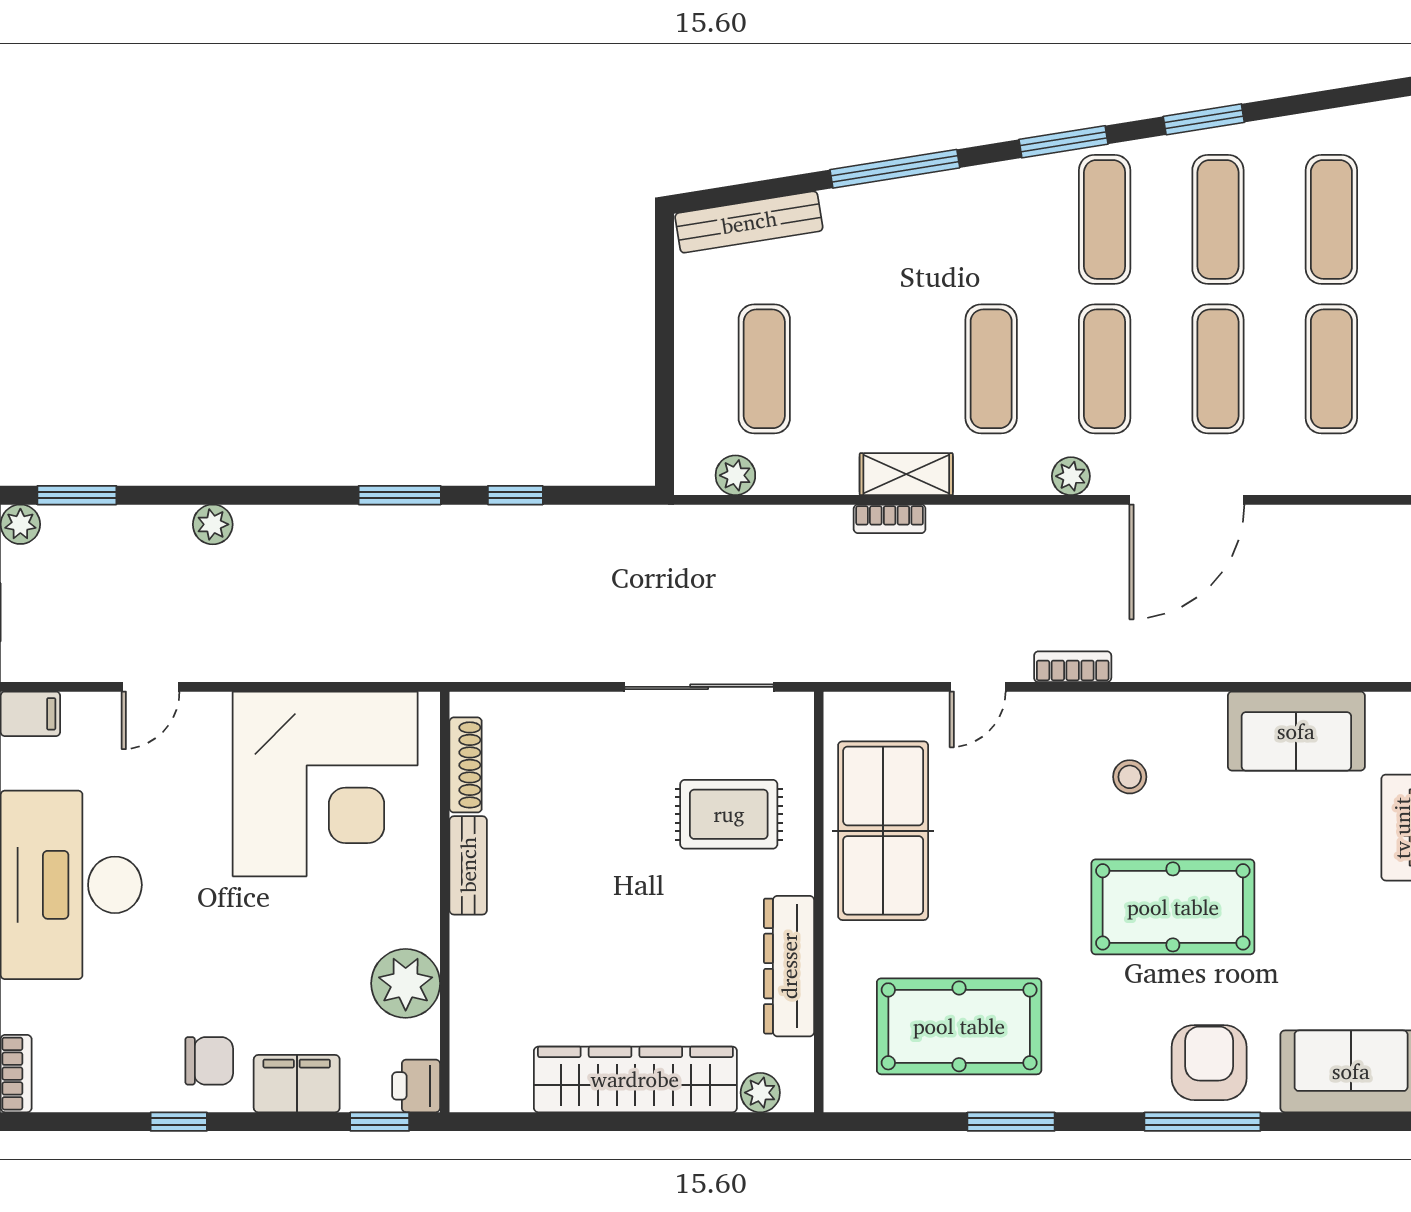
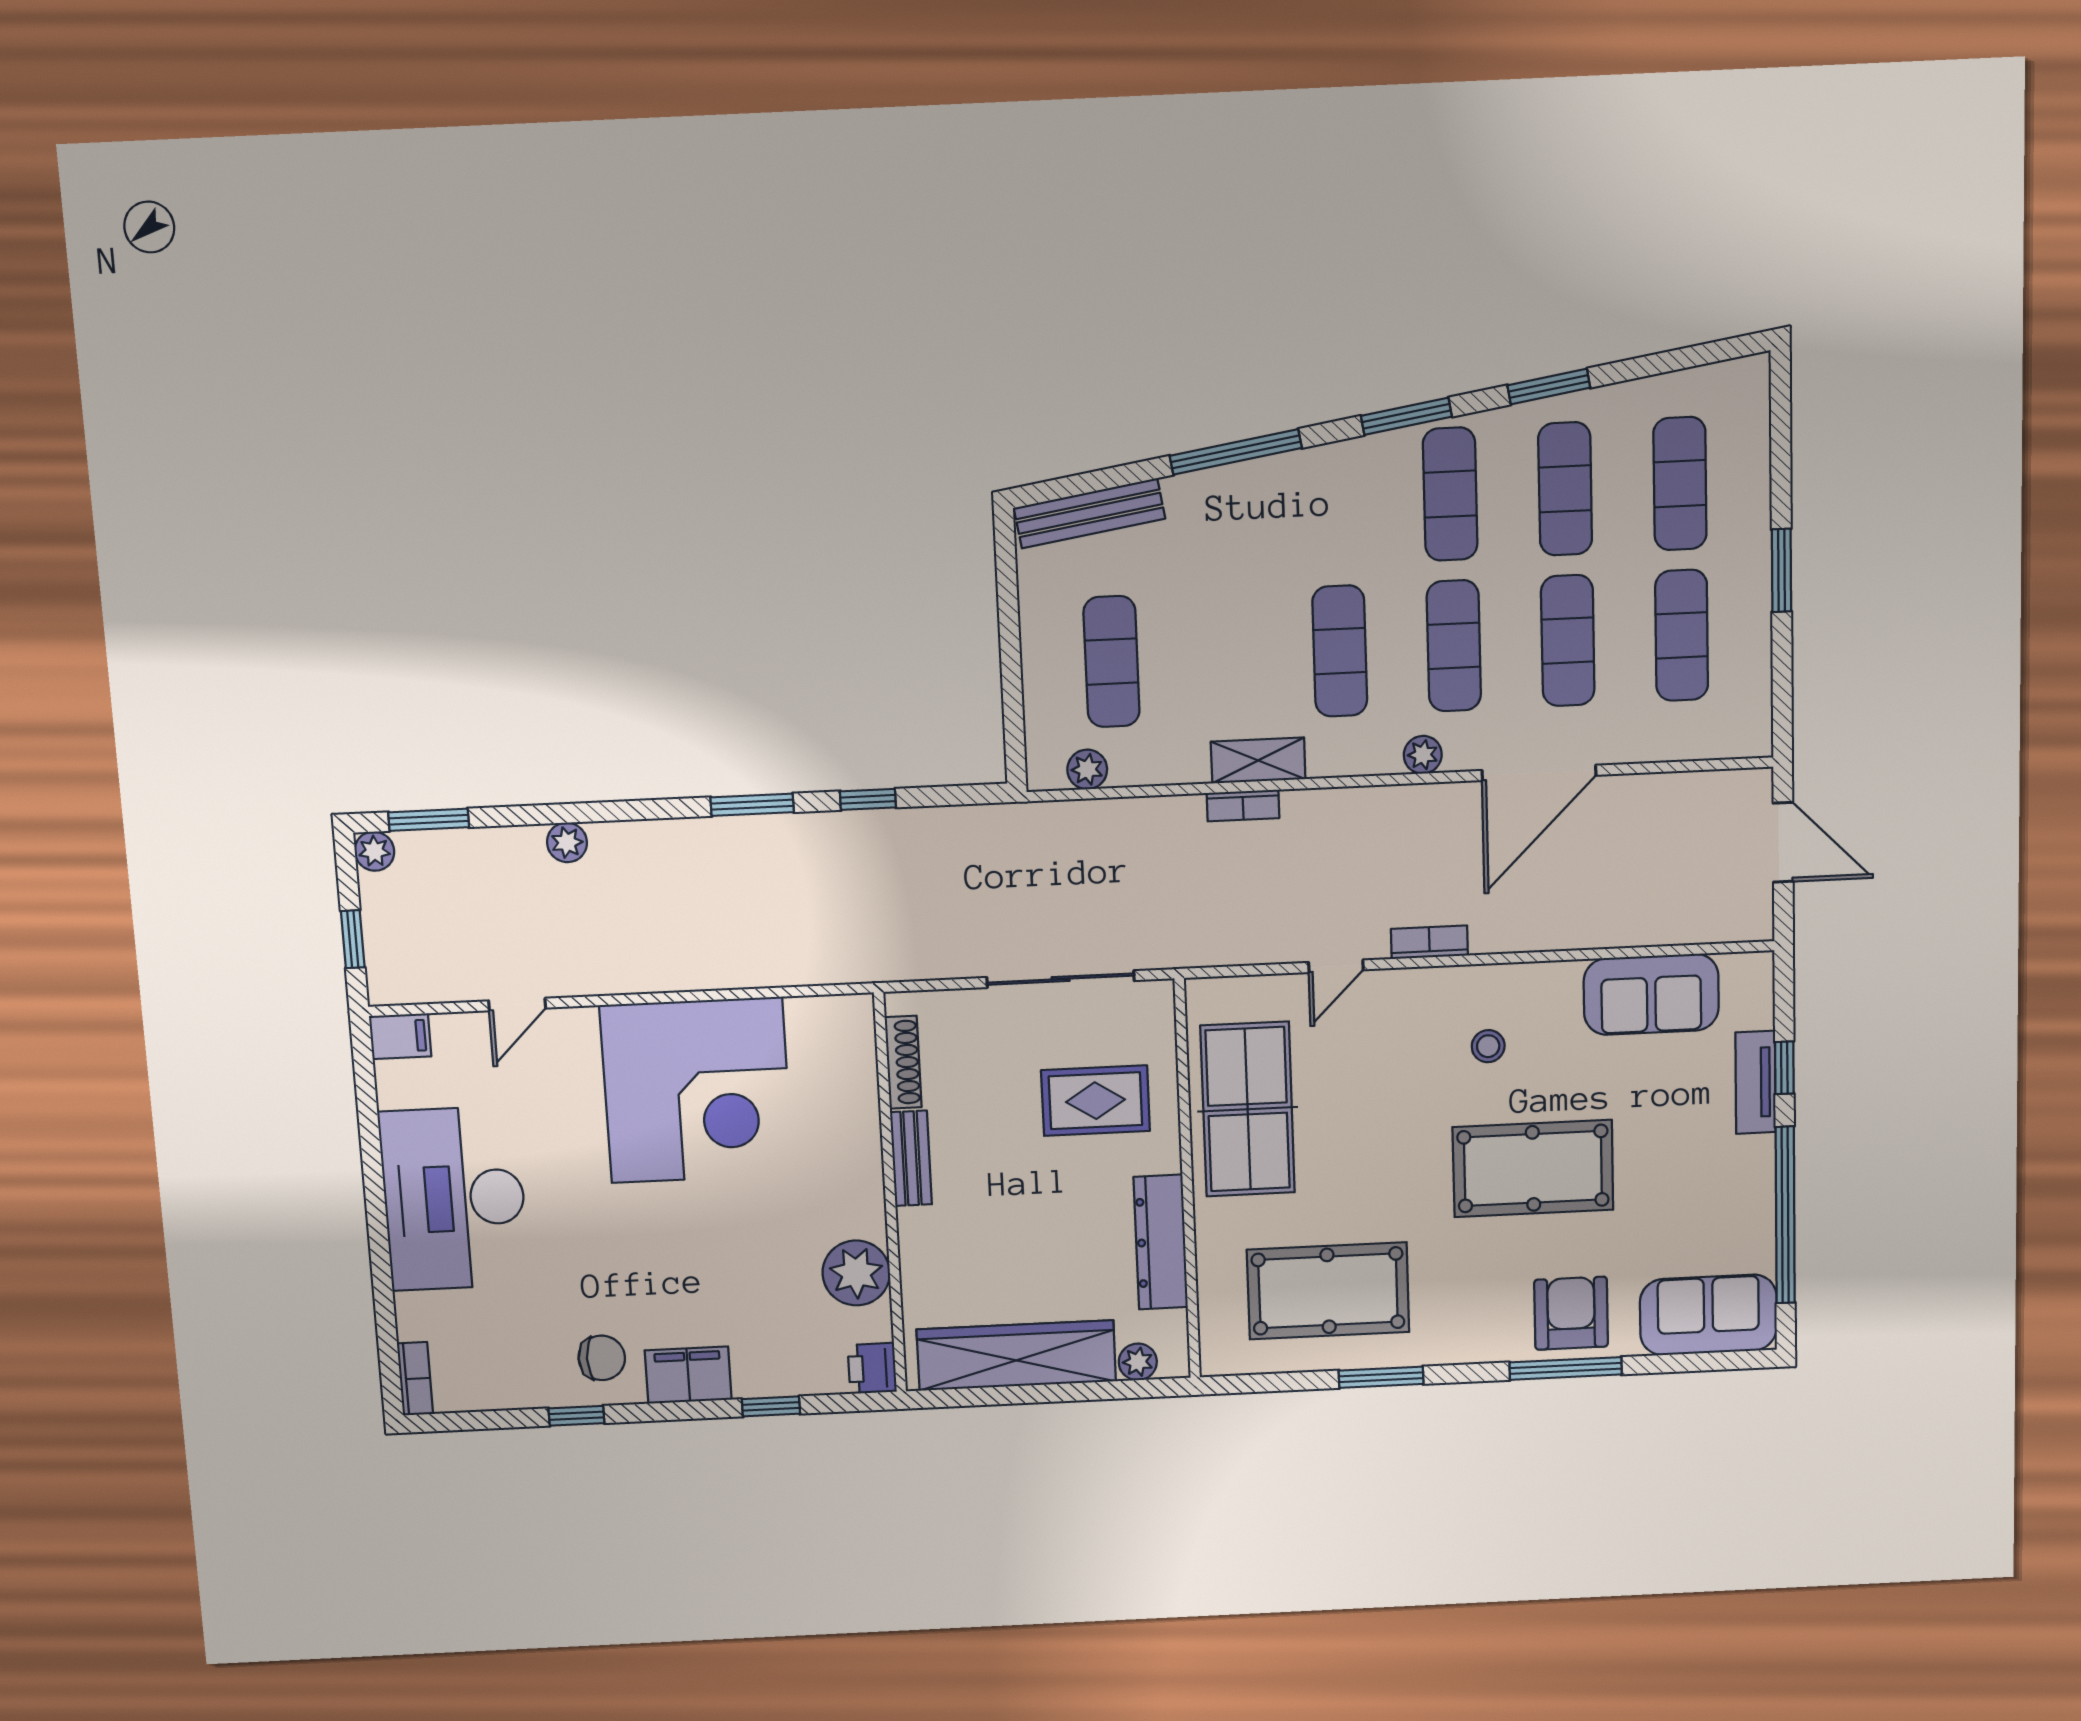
shoe rack: (466, 765) -> (903, 1062), moved
bench: (468, 865) -> (911, 1158), moved
wall: (445, 902) -> (890, 1194), moved
plant: (406, 983) -> (856, 1273), moved
printer: (416, 1086) -> (872, 1368), moved

